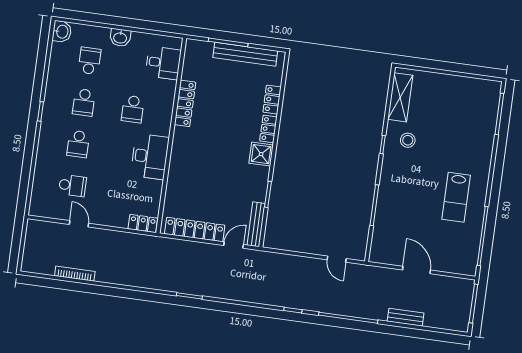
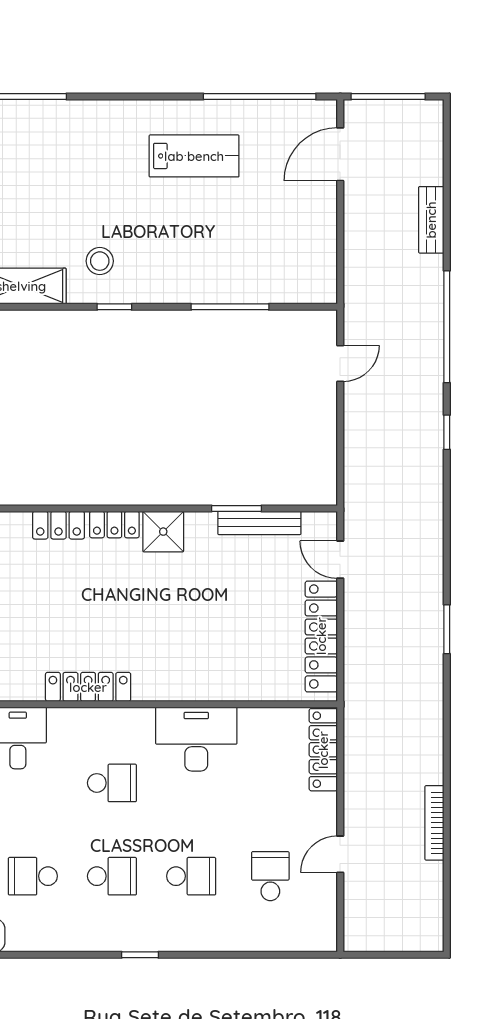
locker: (143, 223) -> (323, 750), width x1.53
bench: (256, 224) -> (259, 523), moved
door: (417, 270) -> (340, 154), moved
bookcase: (75, 274) -> (434, 823), moved

